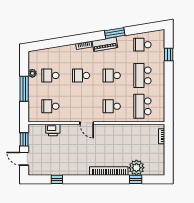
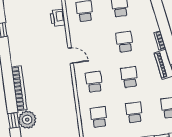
school desk: (142, 75) -> (134, 112), width x0.54
school desk: (142, 106) -> (99, 117), width x0.54
door: (87, 123) -> (71, 56), swing flipped

